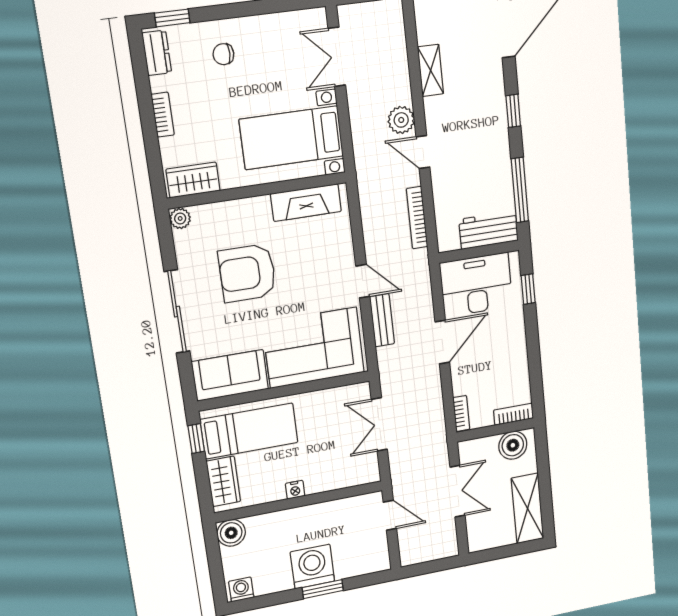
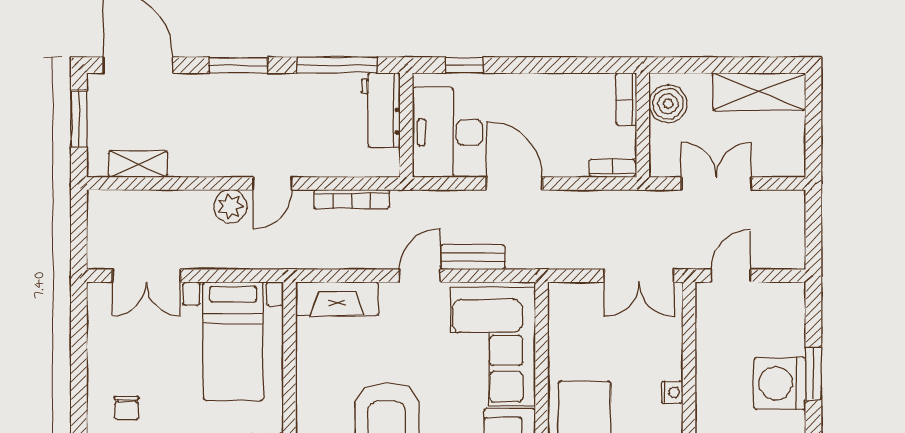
shelving: (430, 70) -> (138, 164), moved
window: (513, 111) -> (238, 65), width x1.50
fireplace: (306, 203) -> (337, 299), moved, turned 90
double door: (379, 424) -> (639, 276), moved

